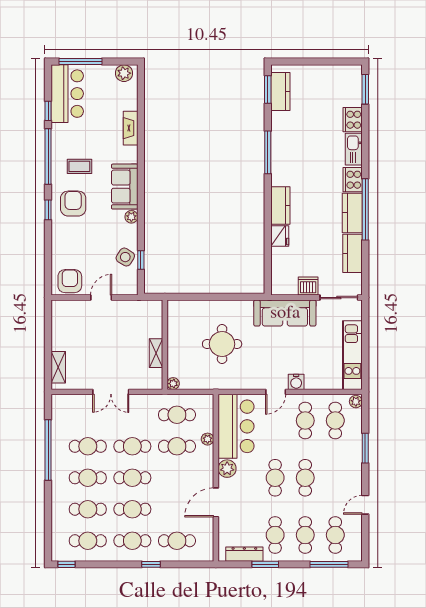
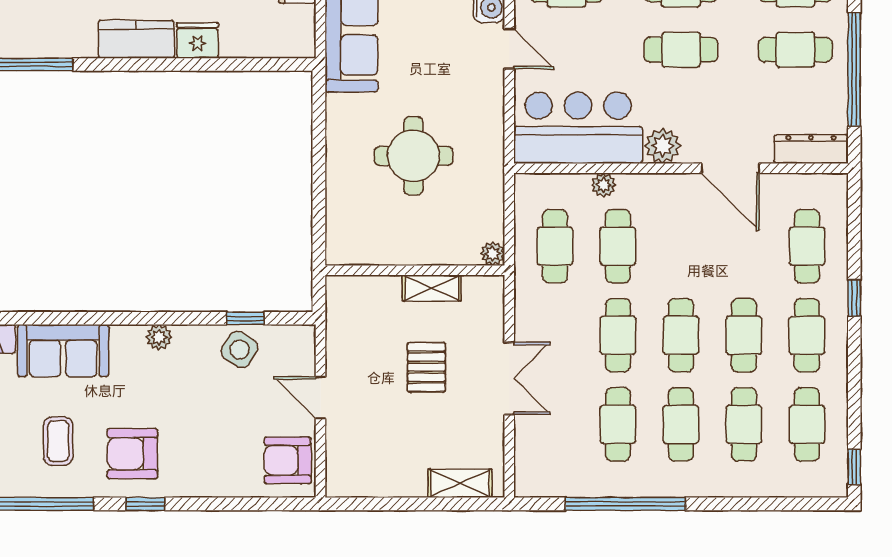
sofa: (125, 187) -> (63, 351), moved
pallet: (116, 351) -> (426, 367), added
dresser: (244, 554) -> (811, 149), moved, turned 90
window: (265, 564) -> (854, 69), width x2.11

